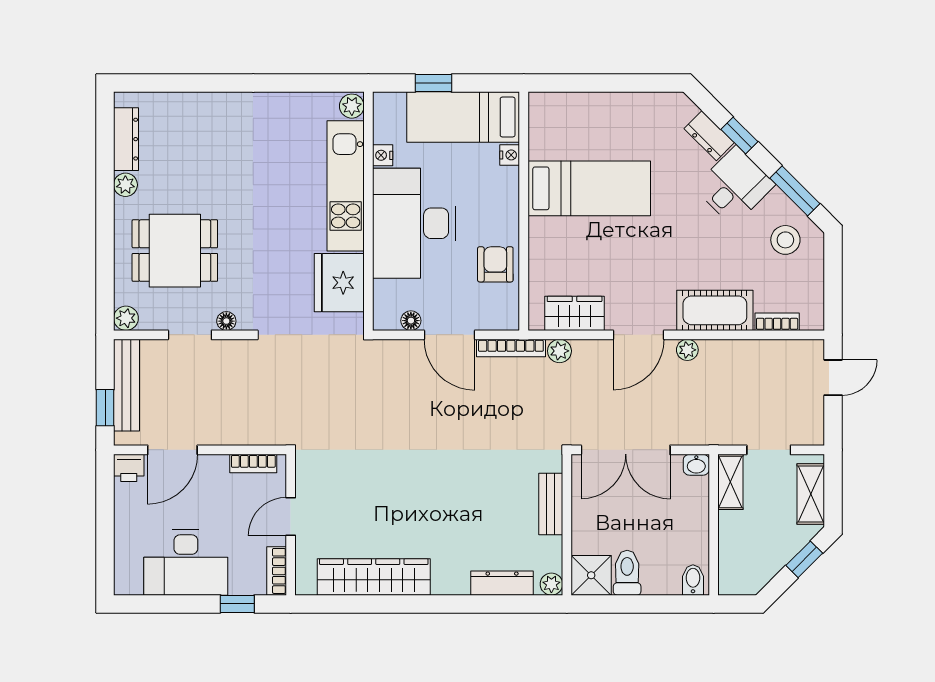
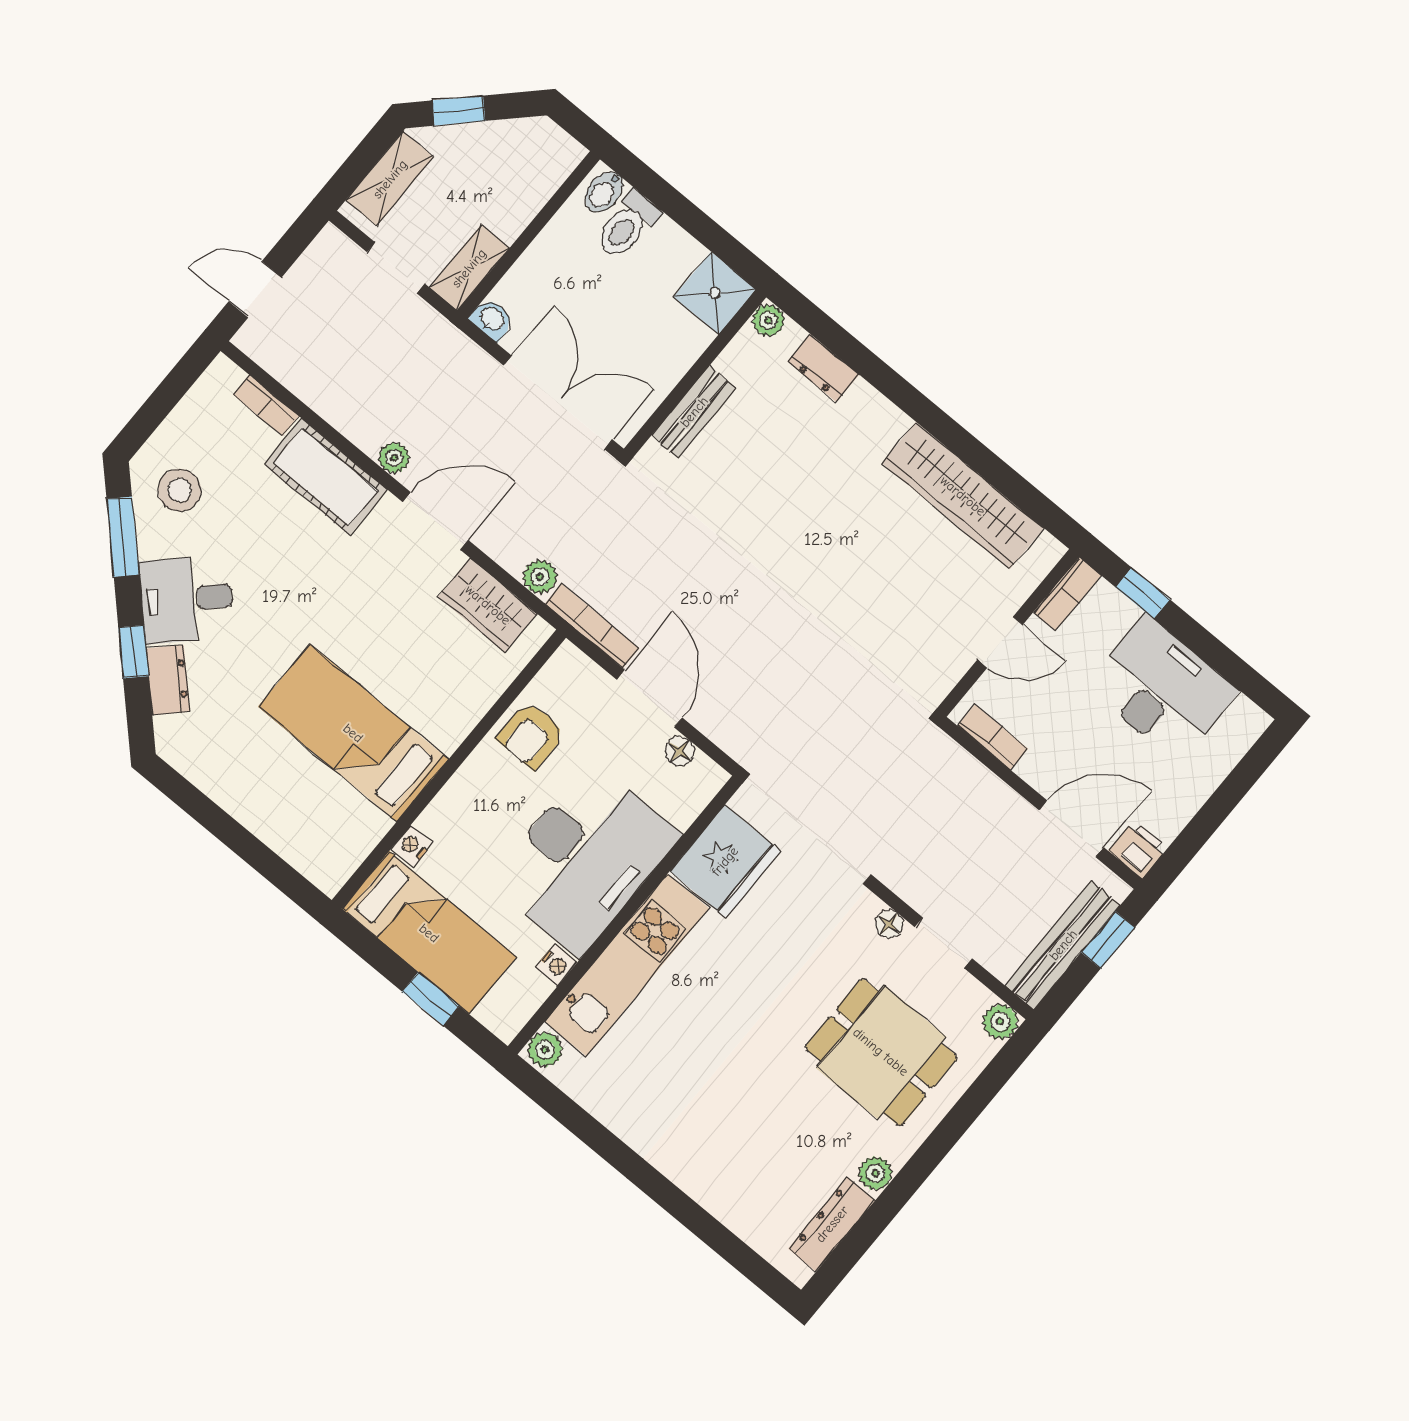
toilet: (627, 573) -> (627, 225), moved
dresser: (502, 583) -> (823, 368), width x0.70

